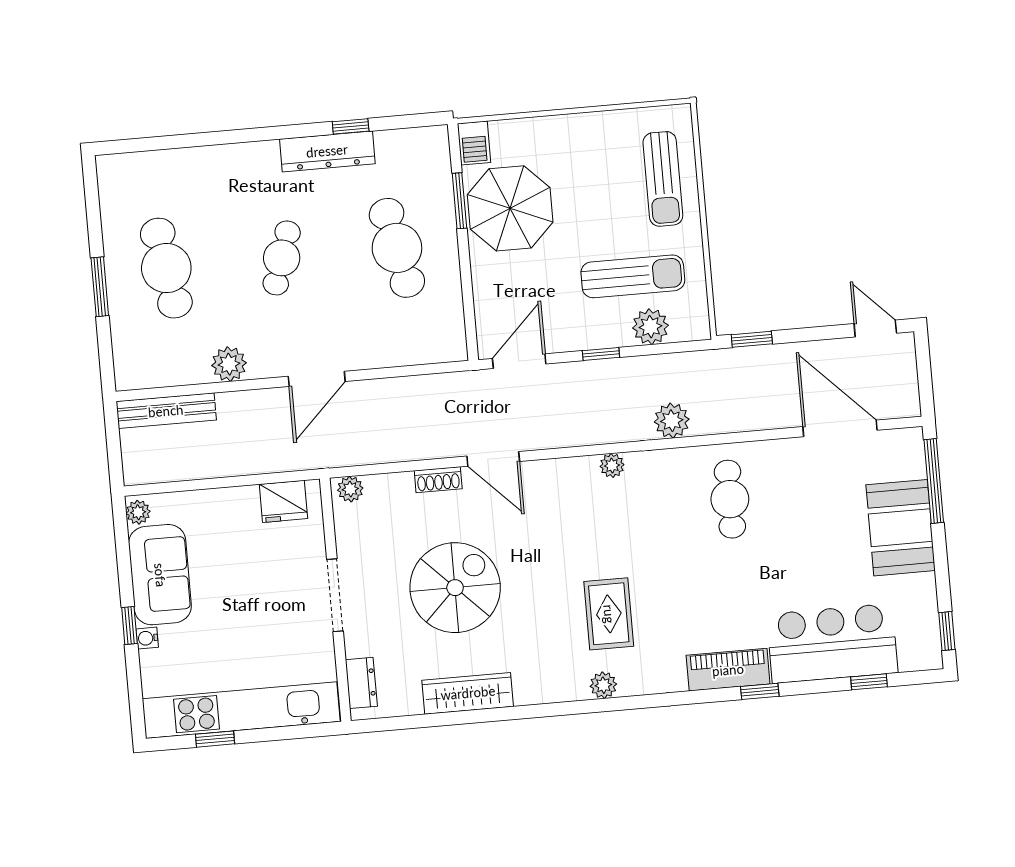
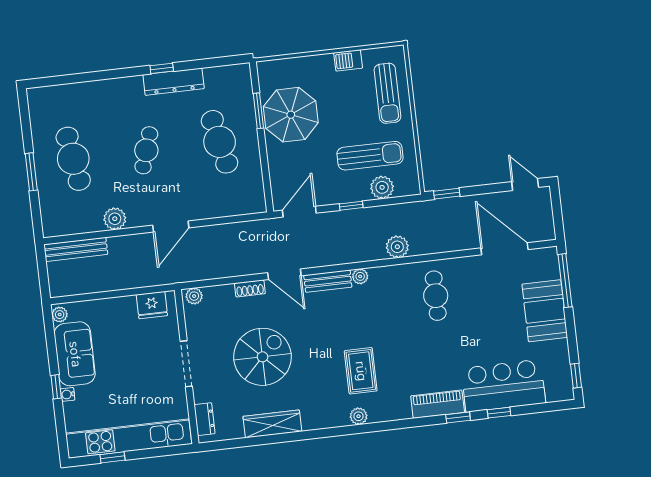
window: (351, 126) -> (162, 68), moved
barbecue: (474, 143) -> (348, 60), moved, turned 90
bench: (561, 472) -> (328, 281), added
window: (869, 682) -> (499, 413), moved

